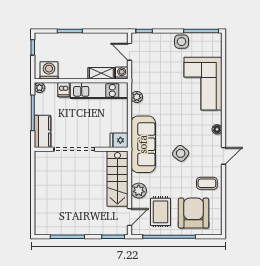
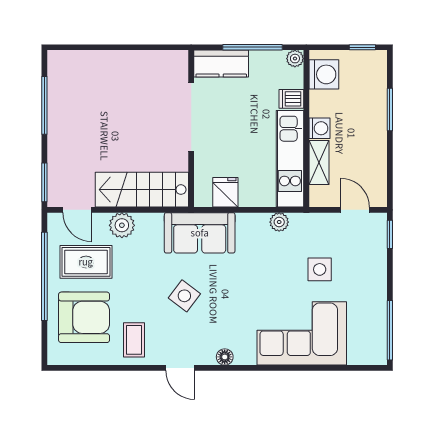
side table: (182, 42) -> (320, 269), moved
door: (129, 52) -> (355, 210), hinge flipped
washing machine: (122, 73) -> (319, 128), moved
fridge: (119, 140) -> (225, 192), moved
sofa: (143, 144) -> (200, 233), width x0.73

